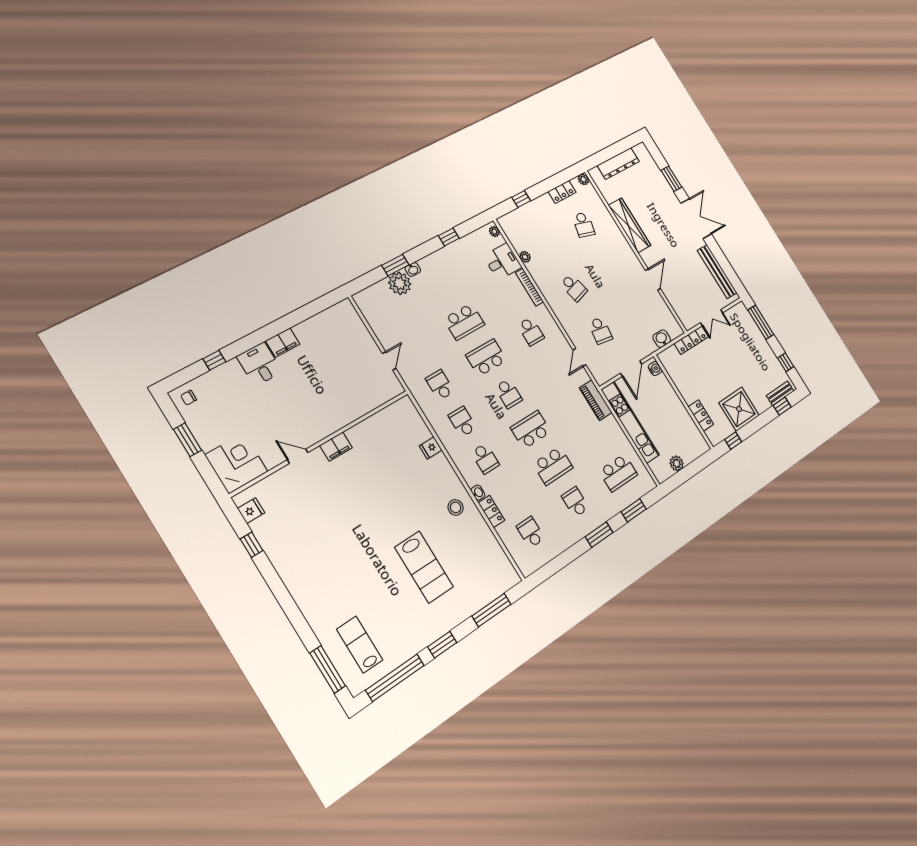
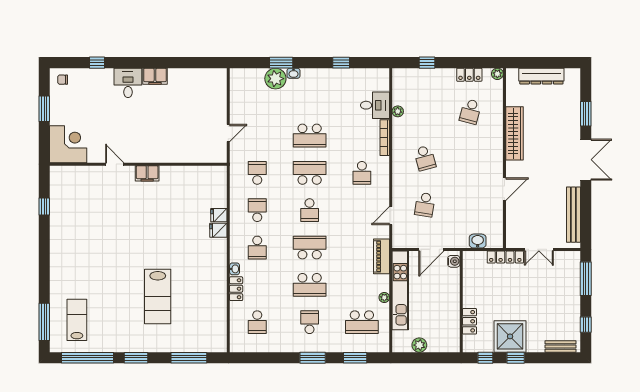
plant: (494, 232) -> (384, 298), moved
window: (782, 406) -> (516, 358), moved
stool: (456, 507) -> (210, 269), removed
fridge: (251, 511) -> (218, 230), moved, turned 180
school desk: (531, 532) -> (257, 322), turned 180

